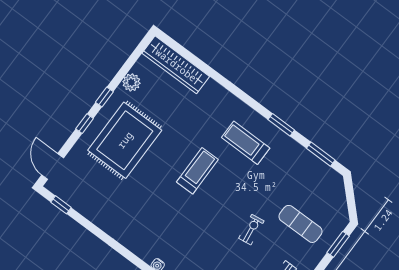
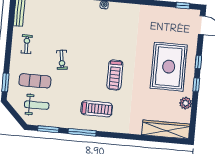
window: (281, 125) -> (82, 132), width x1.44
weight bench: (317, 193) -> (37, 105), added

